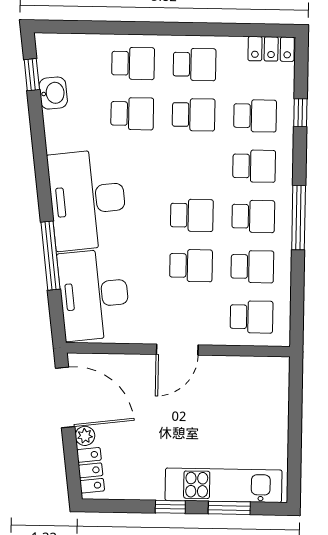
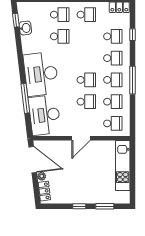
school desk: (194, 115) -> (86, 36), removed
kitchen unit: (223, 485) -> (123, 165), moved, turned -90

